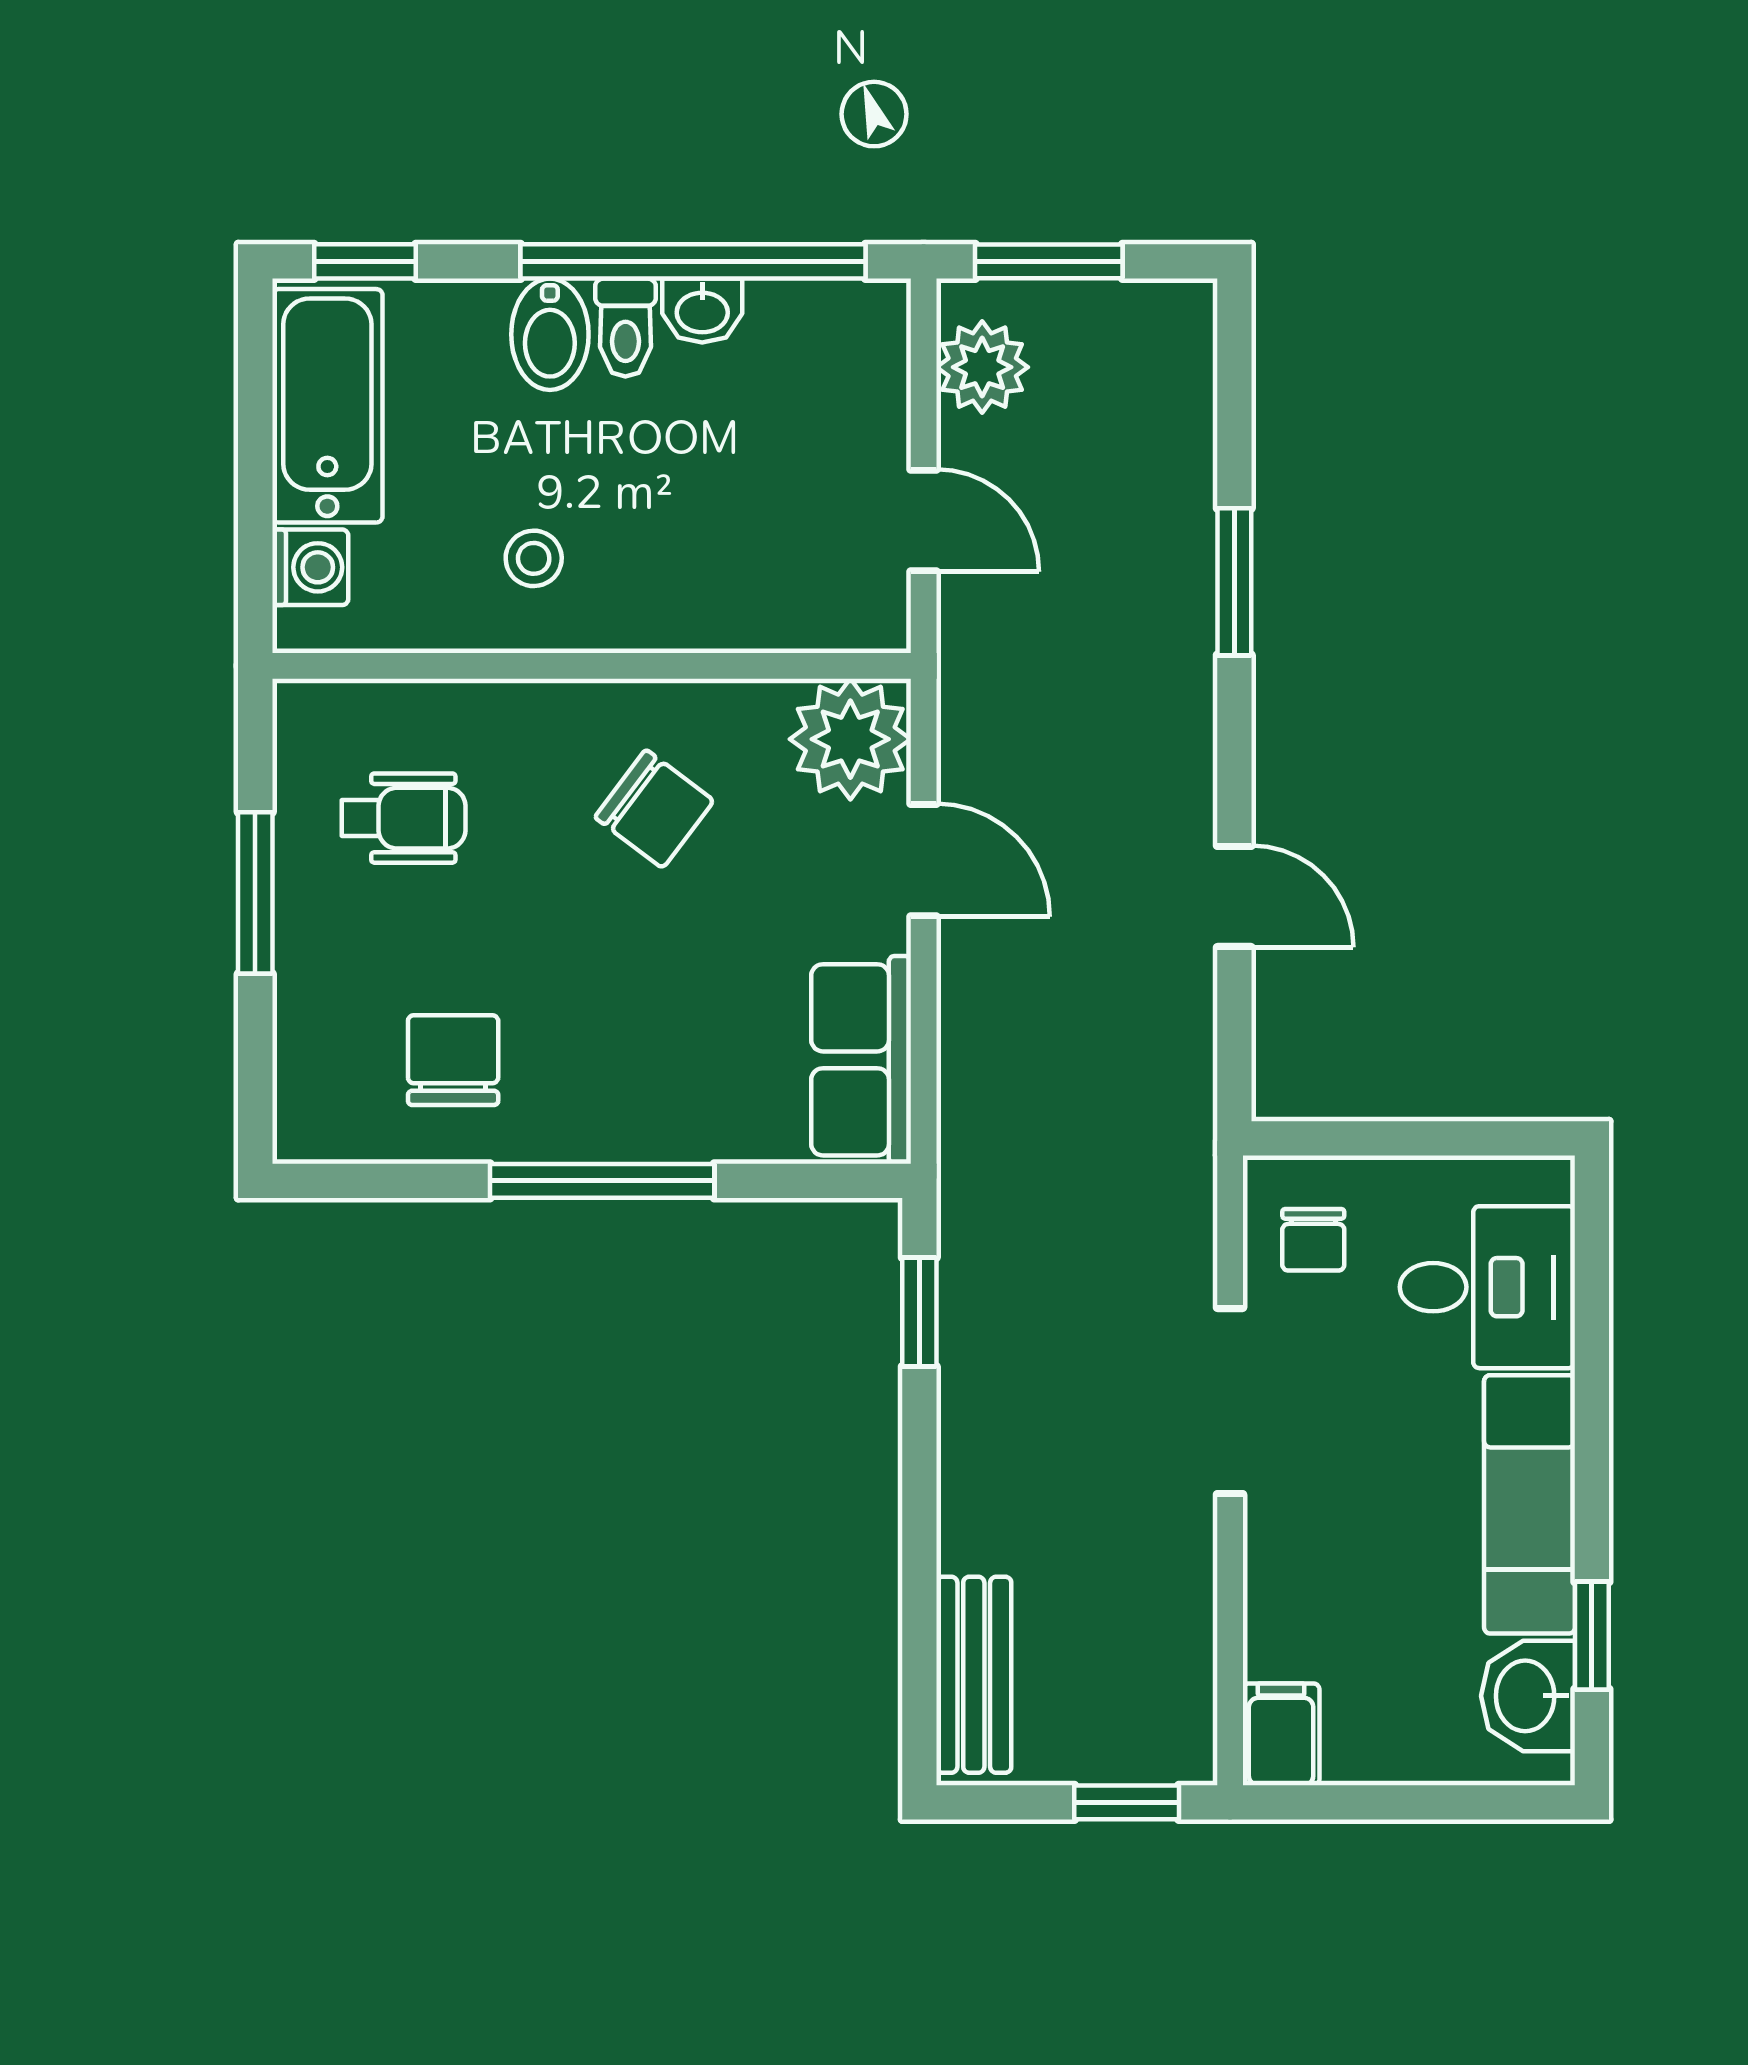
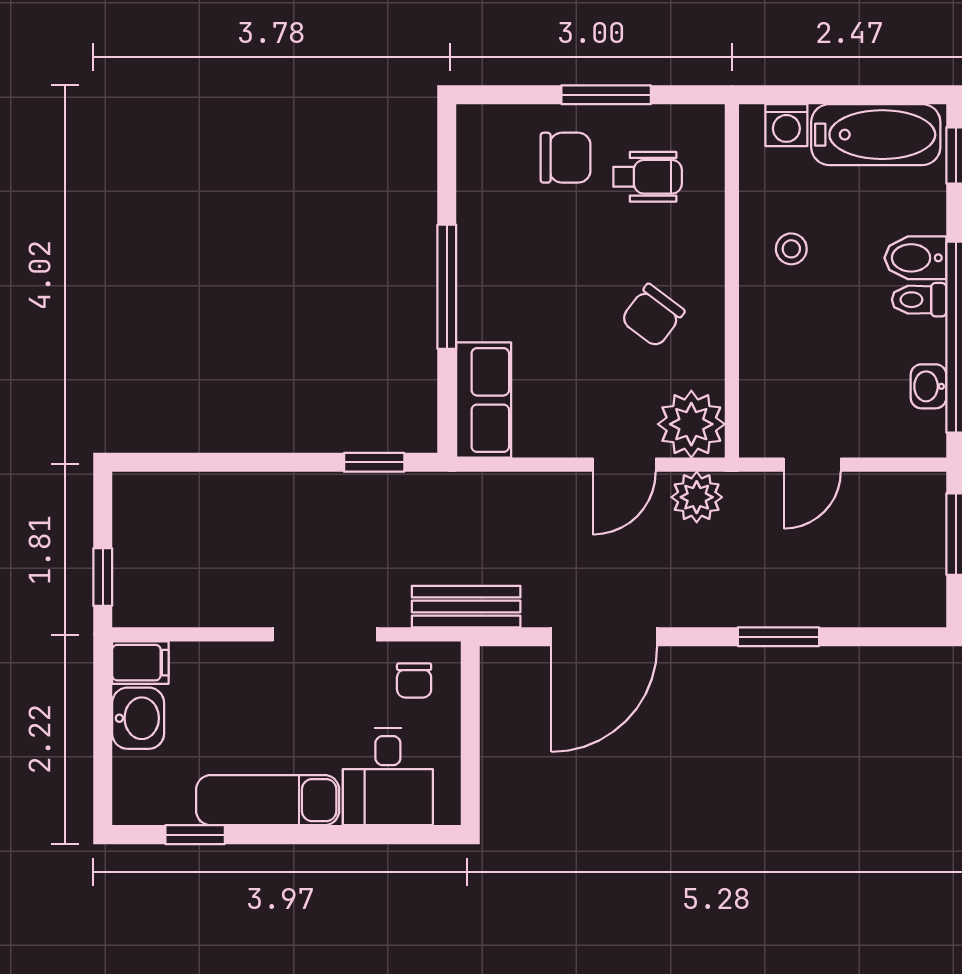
washbasin: (702, 311) -> (928, 386), moved
plant: (982, 367) -> (697, 497), moved
wheelchair: (403, 818) -> (648, 177), turned -90
door: (1234, 896) -> (604, 637), width x1.87
chair: (453, 1060) -> (566, 158), moved
row of seats: (861, 1060) -> (484, 400), moved, turned 90
chair: (1313, 1240) -> (414, 680), turned -90
bench: (974, 1675) -> (466, 607), moved
washbasin: (1528, 1696) -> (138, 718), moved, turned 90

